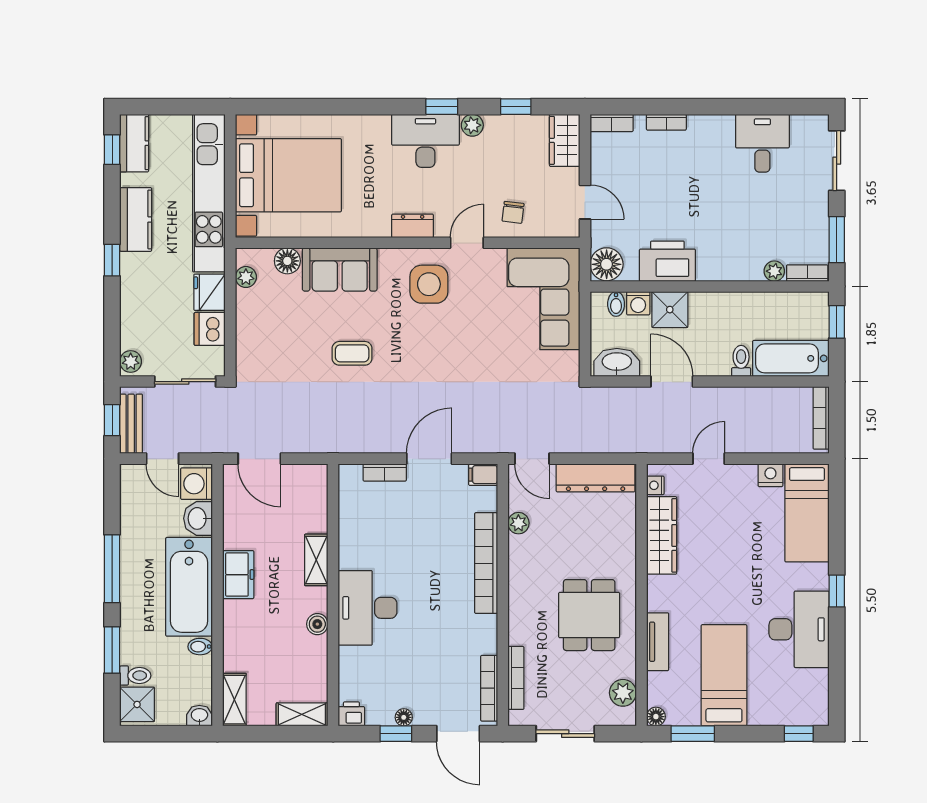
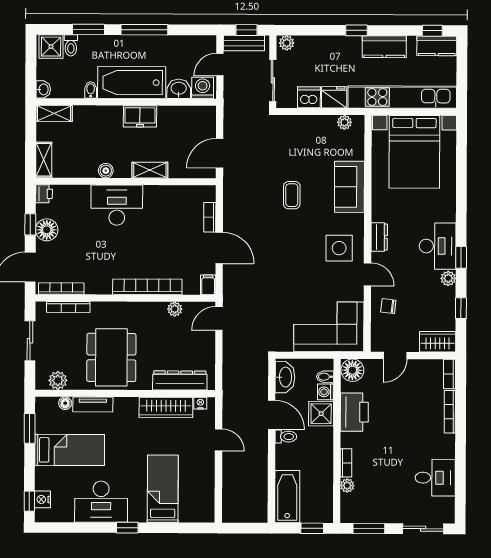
bookcase: (666, 122) -> (450, 412), width x1.56
floor lamp: (287, 261) -> (355, 151), removed
bookcase: (807, 273) -> (346, 463), moved
toilet: (741, 361) -> (286, 437), moved
door: (672, 382) -> (272, 415), hinge flipped
bookcase: (821, 418) -> (246, 517), removed
door: (259, 459) -> (220, 153), moved
nightstand: (770, 475) -> (42, 499), moved, turned 180
dresser: (596, 478) -> (180, 380), moved, turned 90
bed: (807, 513) -> (163, 489), moved, turned 90
dining table: (589, 615) -> (111, 357), width x1.38
floor lamp: (404, 717) -> (47, 230), width x1.89, depth x1.89
floor lamp: (656, 717) -> (65, 403), moved

